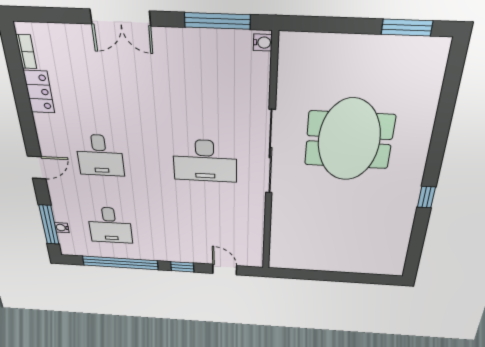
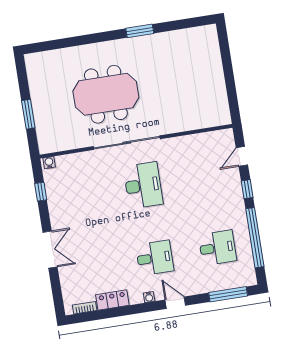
window: (217, 21) -> (41, 192), width x0.46
window: (407, 27) -> (28, 114), moved
window: (426, 197) -> (140, 31), width x1.50
water cooler: (62, 228) -> (149, 297), moved

